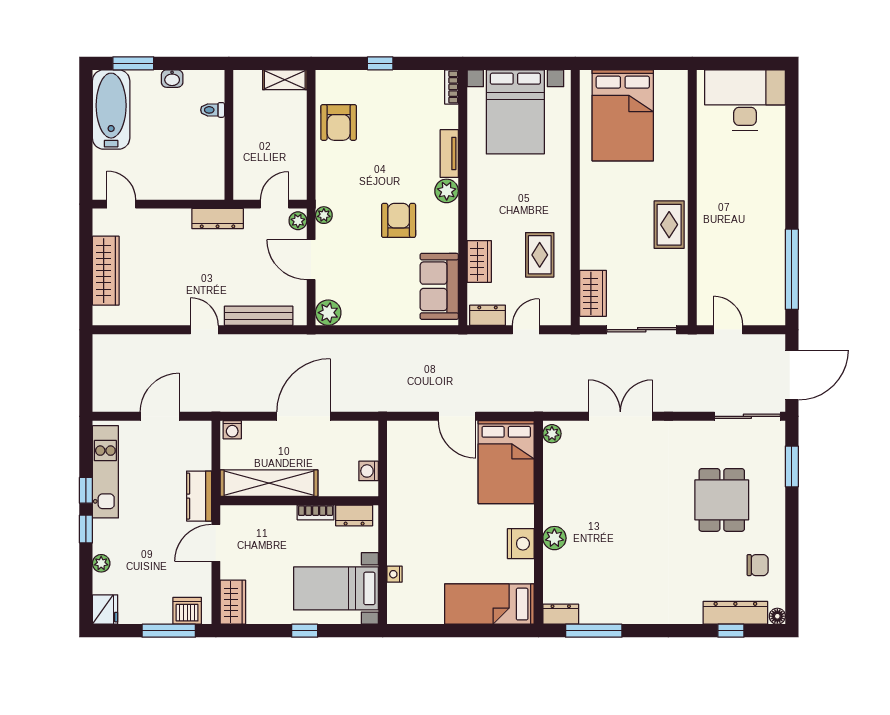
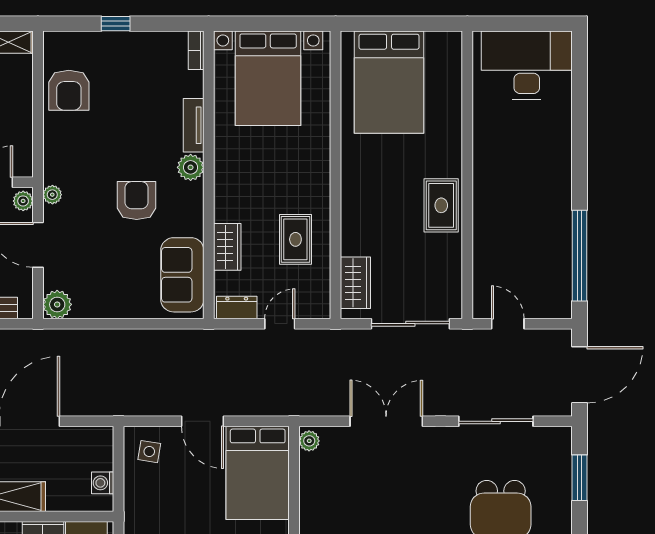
sliding door: (747, 416) -> (496, 421), moved
side table: (410, 443) -> (149, 452), added

